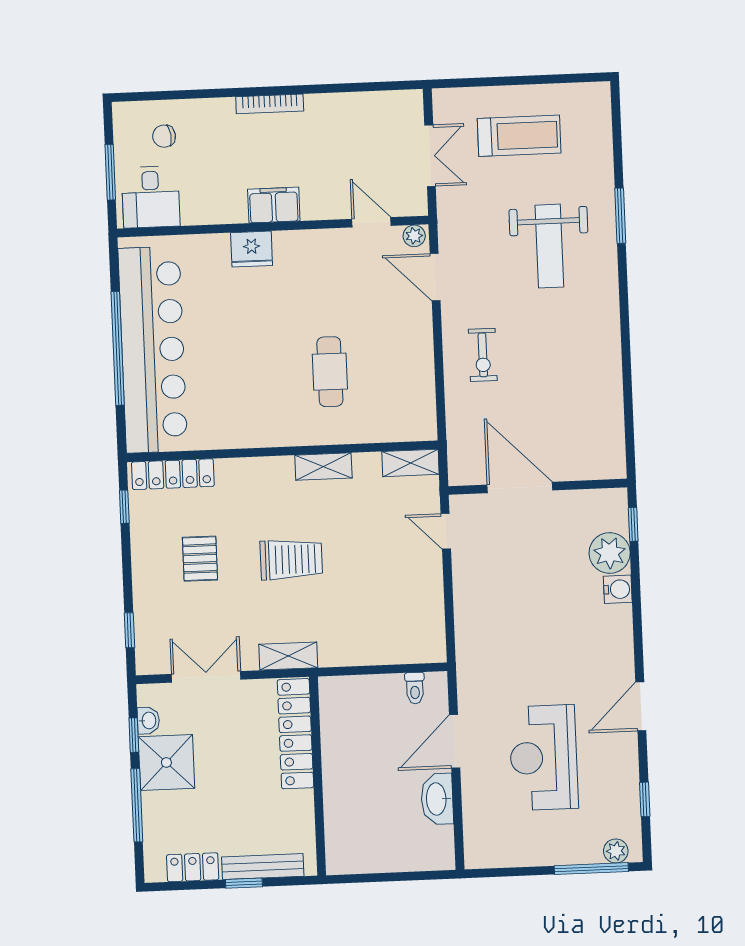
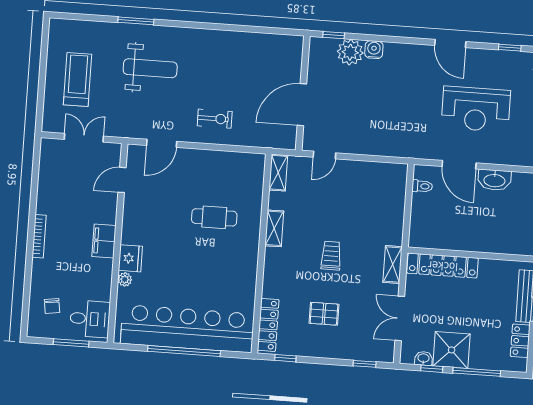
plant: (414, 236) -> (125, 279), moved
trolley: (291, 559) -> (331, 256), width x0.73, depth x0.72

